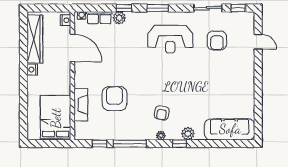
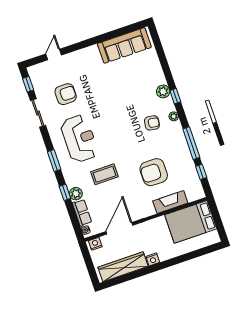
coffee table: (128, 51) -> (105, 174), added
sofa: (230, 129) -> (124, 45), moved, turned -90

